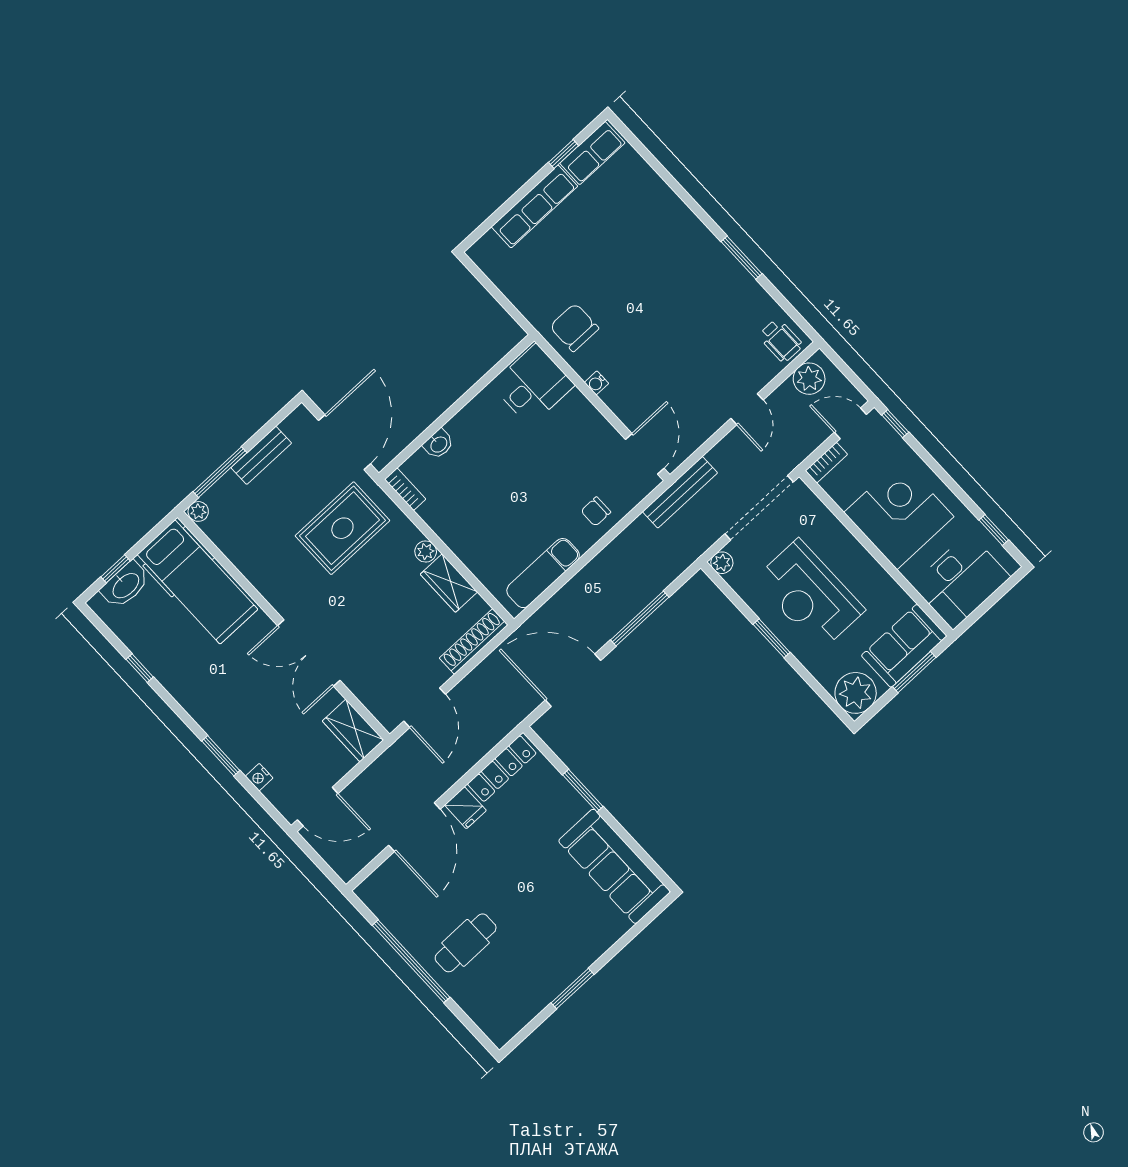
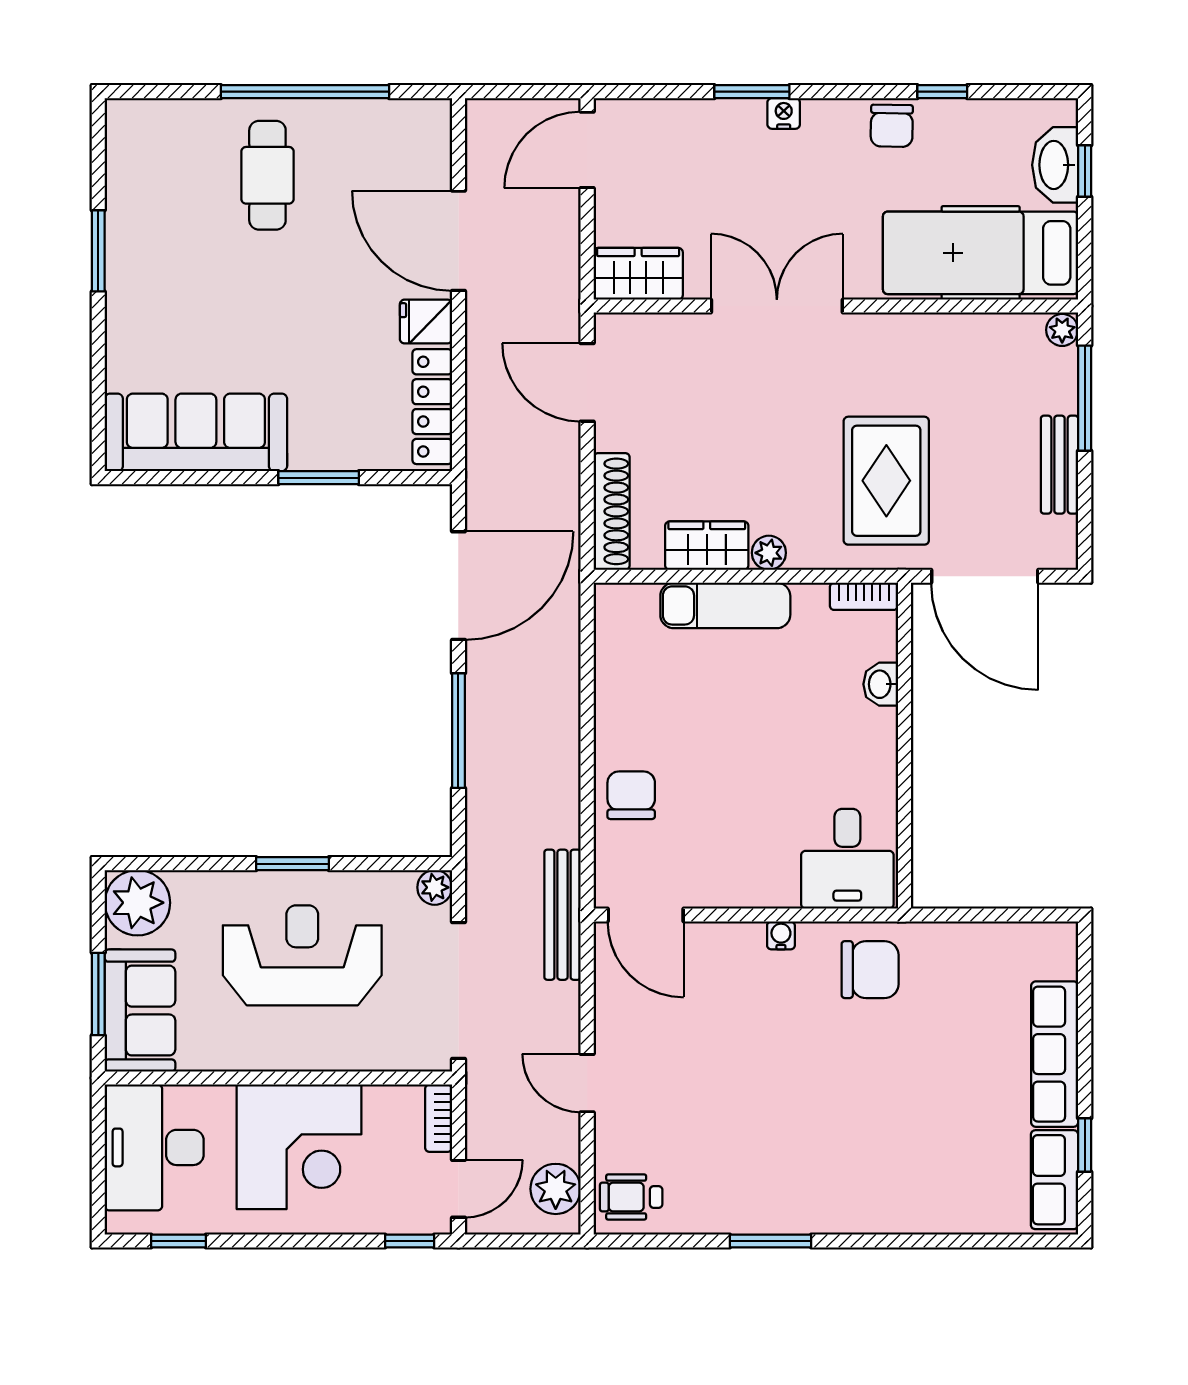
chair: (596, 512) -> (631, 795), width x1.37, depth x1.37
exam couch: (543, 573) -> (725, 605), moved, turned 90
chair: (177, 677) -> (892, 126), added
nightstand: (259, 777) -> (784, 113), moved

